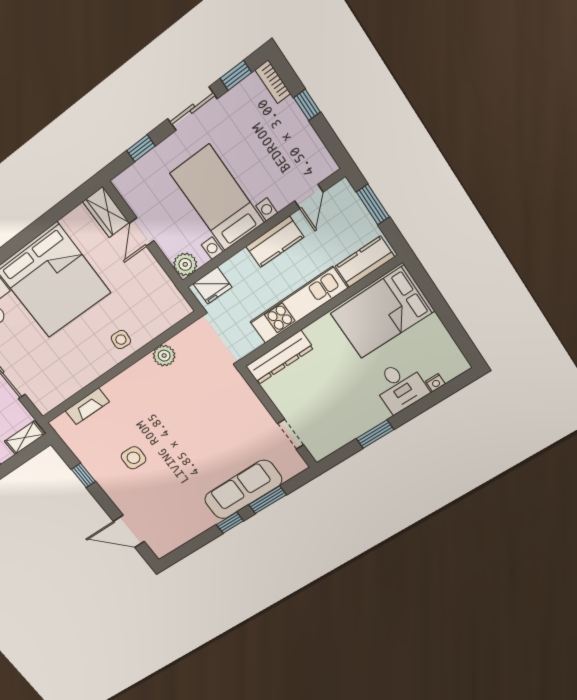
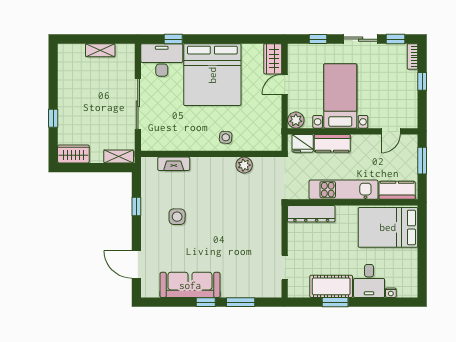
kitchen counter: (275, 242) -> (332, 143), moved
cot: (359, 420) -> (331, 286), added
sofa: (243, 490) -> (190, 285), moved

